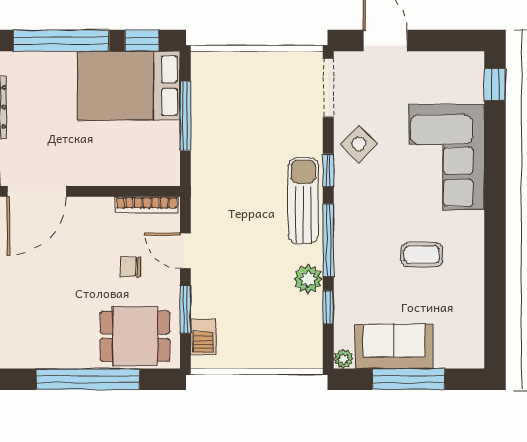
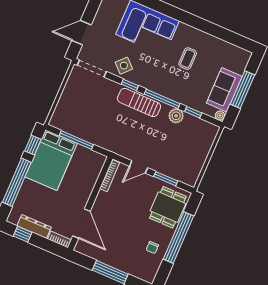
chair: (131, 267) -> (152, 247), moved
barbecue: (203, 337) -> (182, 176), removed

